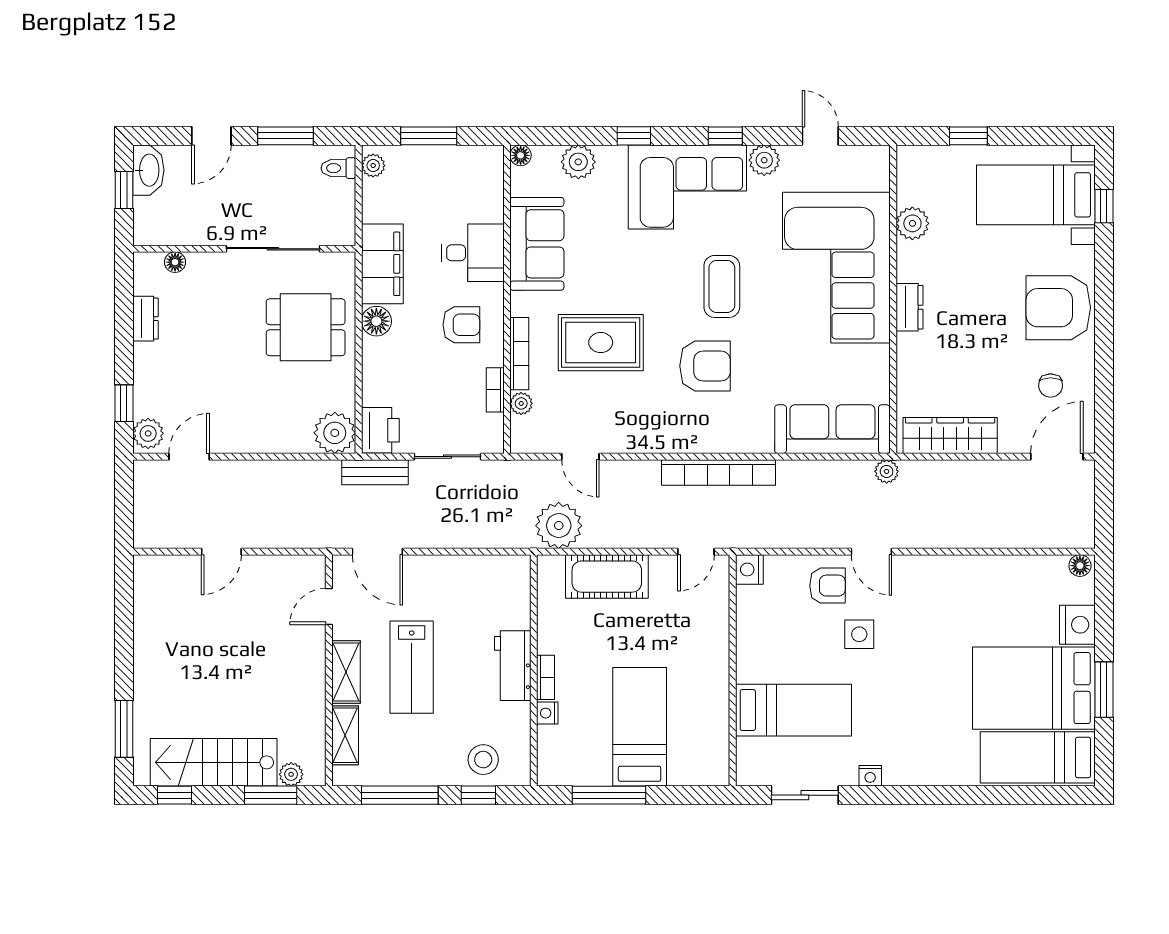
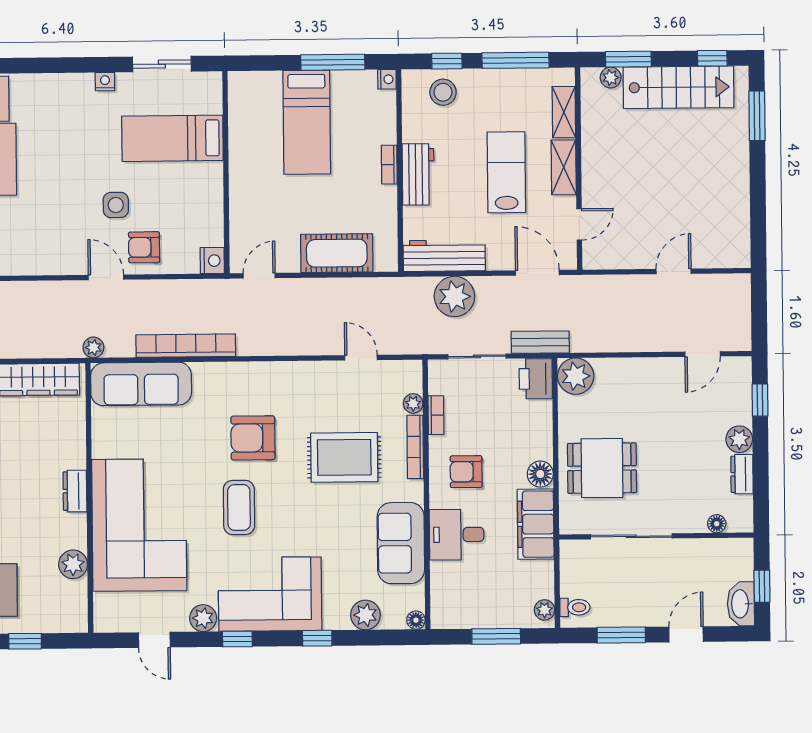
plant: (148, 433) -> (739, 439), moved
bookcase: (718, 473) -> (186, 346), moved
plant: (559, 526) -> (454, 296), moved
workbench: (484, 572) -> (444, 256), added
nightstand: (547, 713) -> (387, 79), moved

